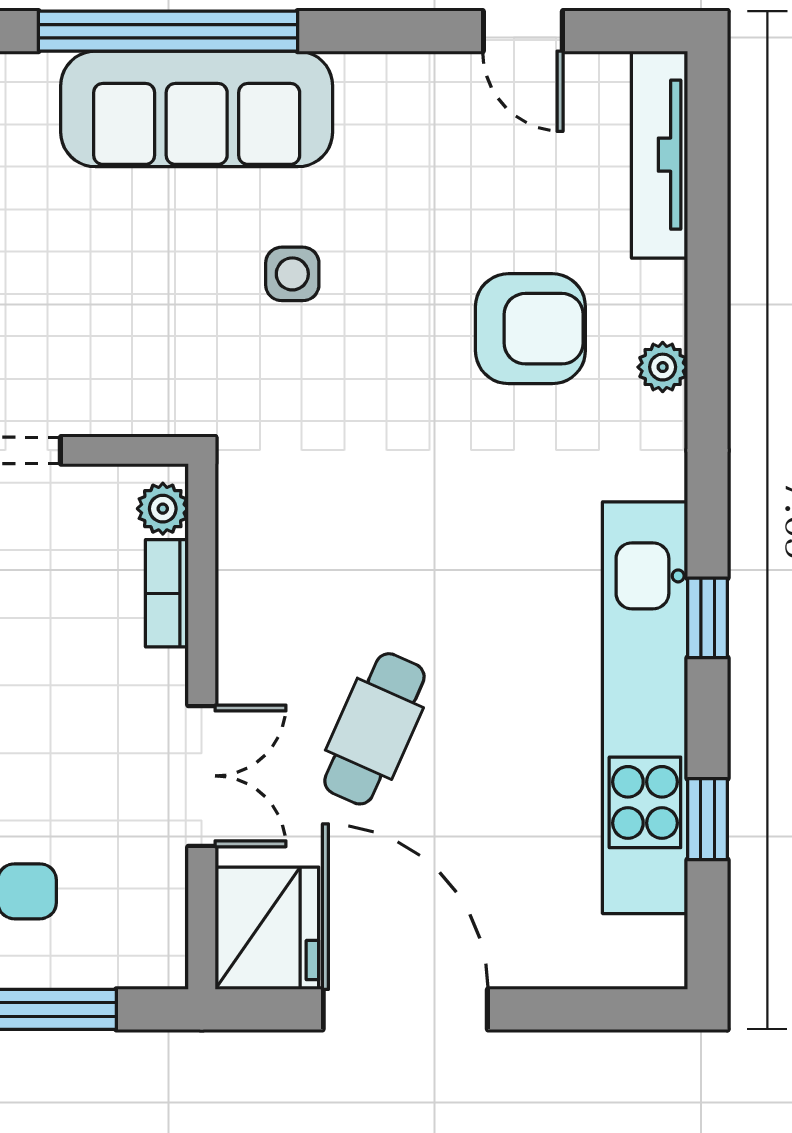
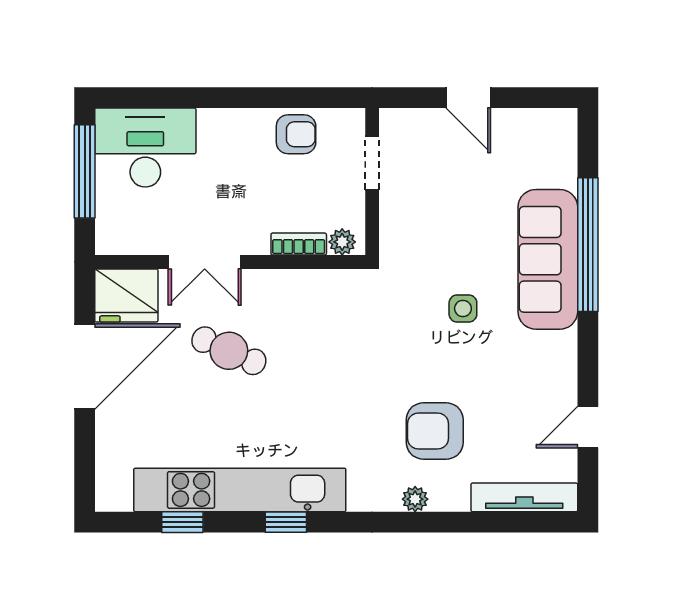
armchair: (530, 329) -> (435, 431), turned 90

